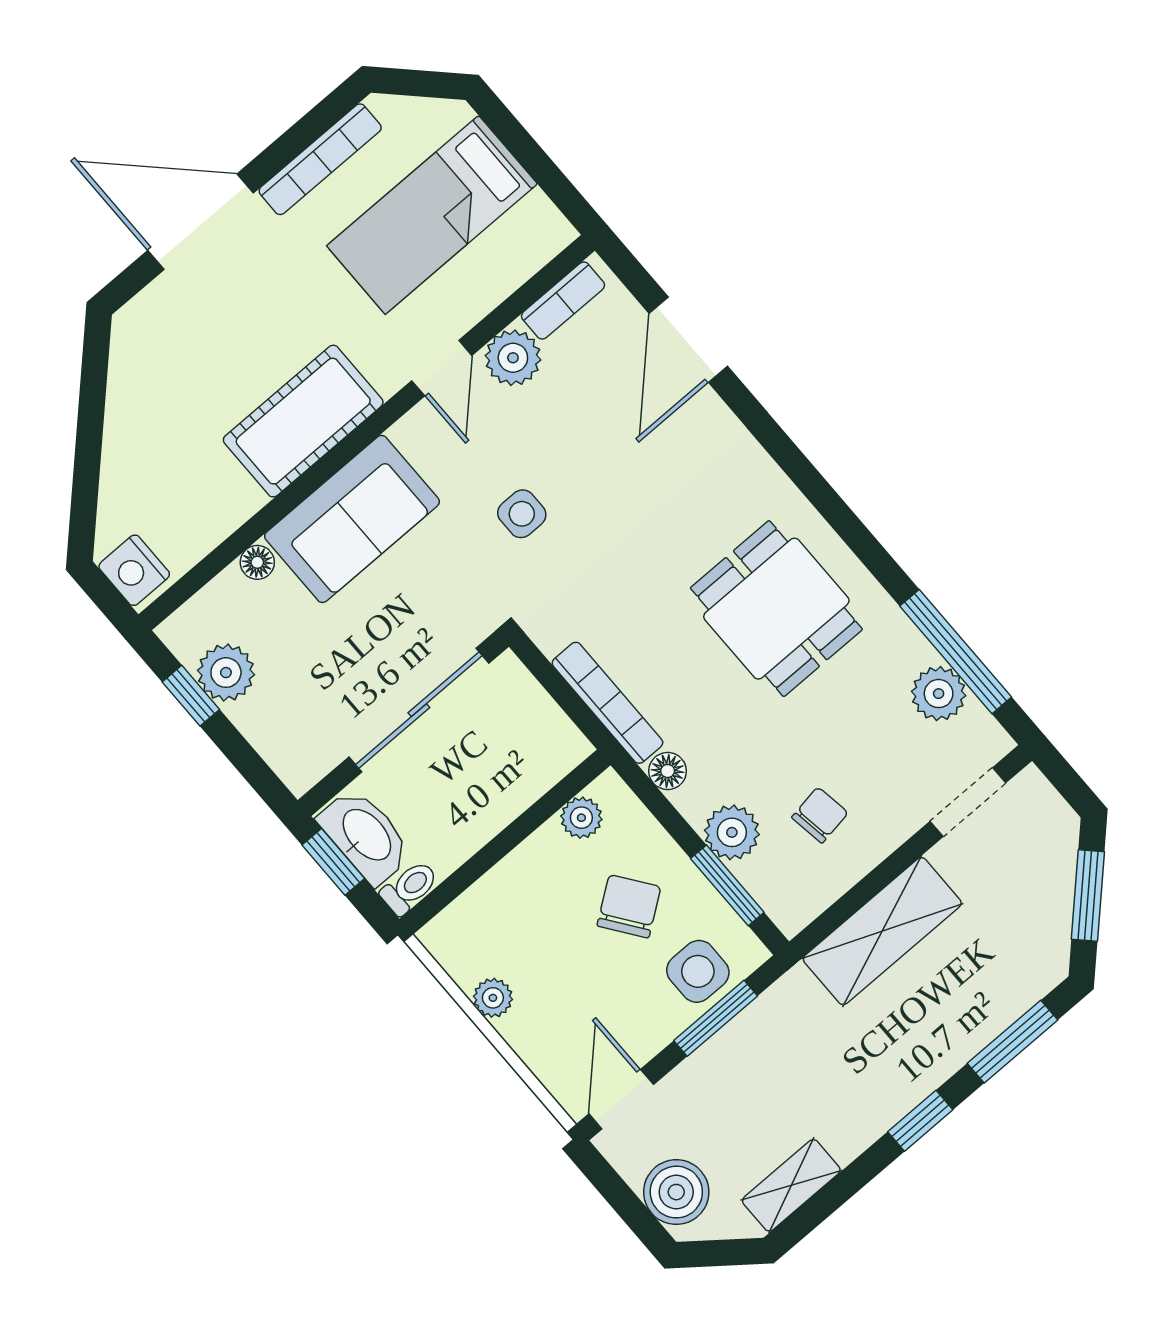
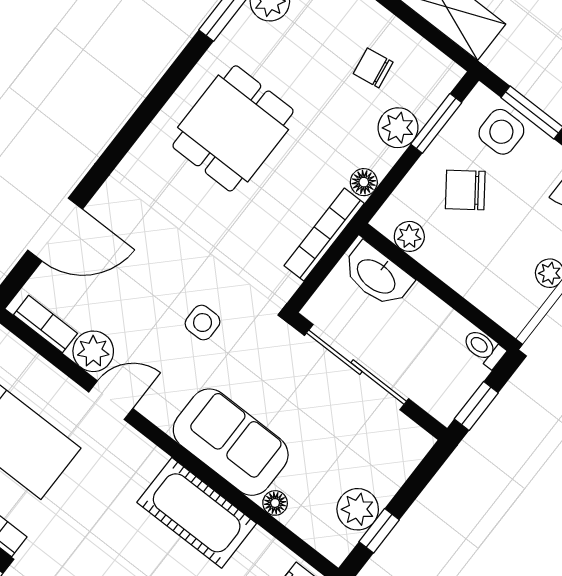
cot: (303, 421) -> (197, 513), moved
washbasin: (366, 836) -> (377, 275), moved, turned -90

